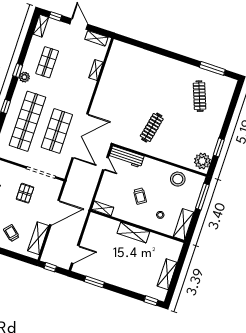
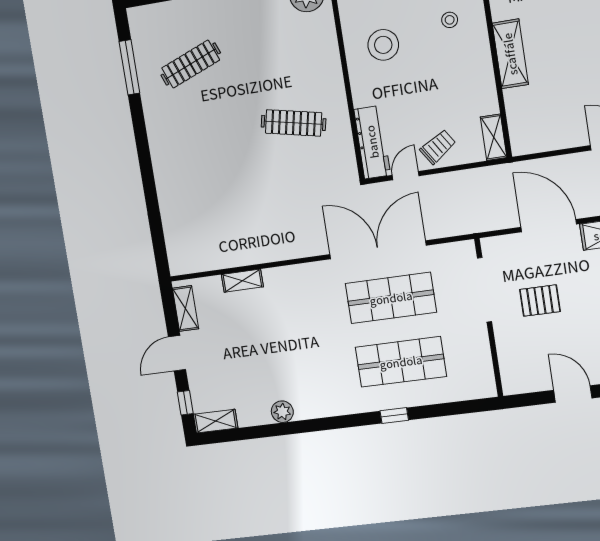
shop shelf: (47, 62) -> (275, 378), removed
window: (18, 71) -> (317, 425), removed
plant: (24, 77) -> (282, 412), moved
shop shelf: (28, 121) -> (401, 362), width x0.71
stool: (178, 179) -> (383, 45), moved
trolley: (140, 196) -> (438, 147), moved

